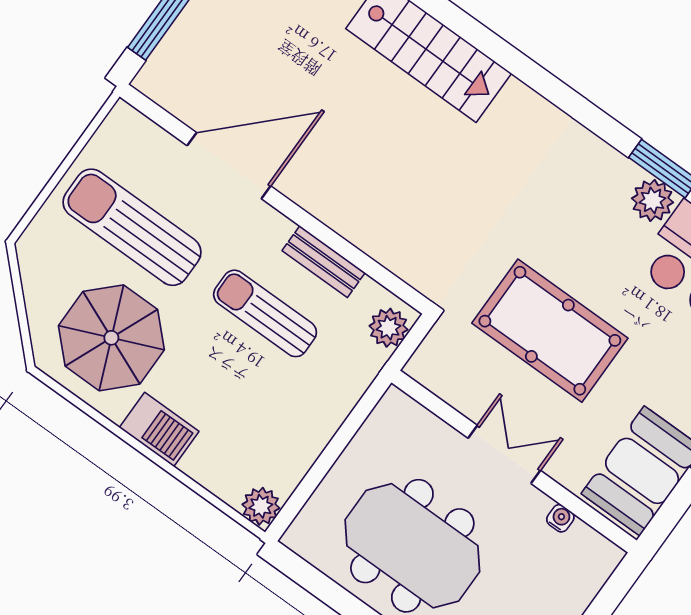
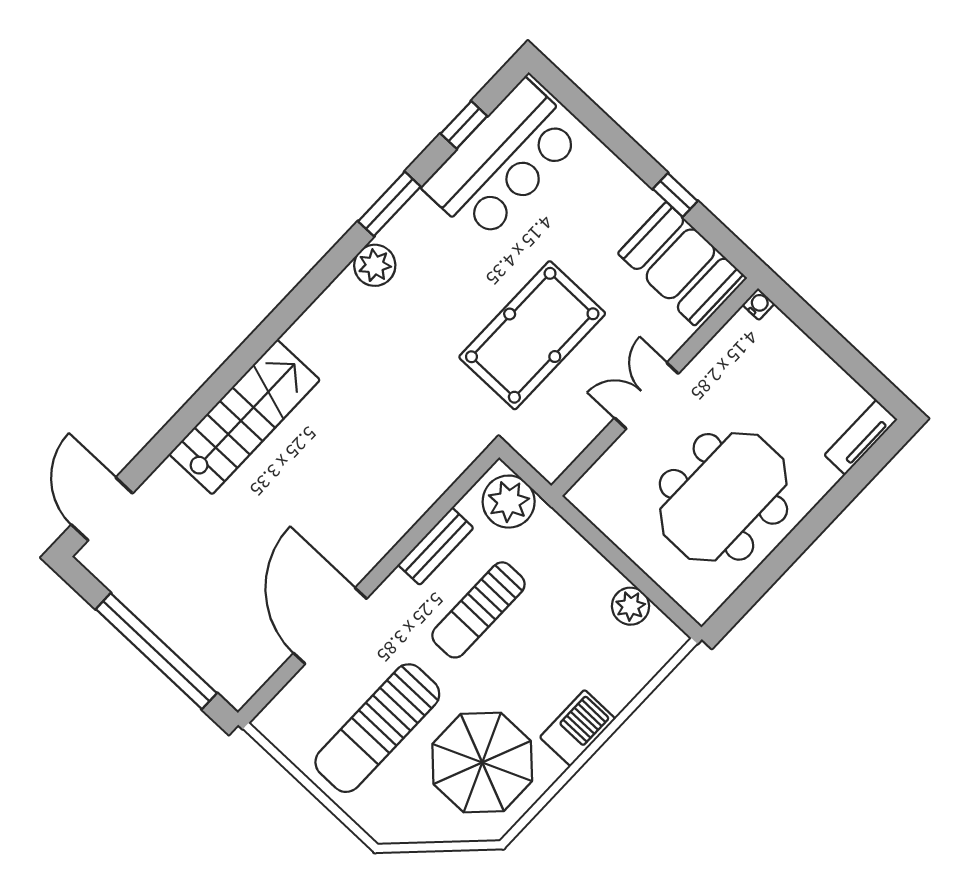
plant: (652, 200) -> (375, 265), moved
plant: (389, 328) -> (509, 502), width x1.36, depth x1.36
plant: (261, 506) -> (631, 606), moved
water cooler: (560, 518) -> (758, 304), moved, turned 90

